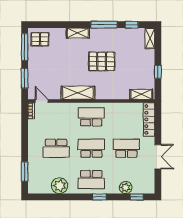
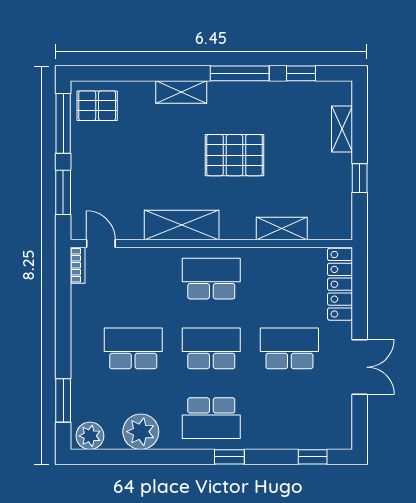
shelving: (150, 38) -> (342, 129), moved
shelving: (141, 94) -> (282, 228), moved
school desk: (56, 148) -> (133, 348), turned 180
plant: (126, 188) -> (90, 436), moved

